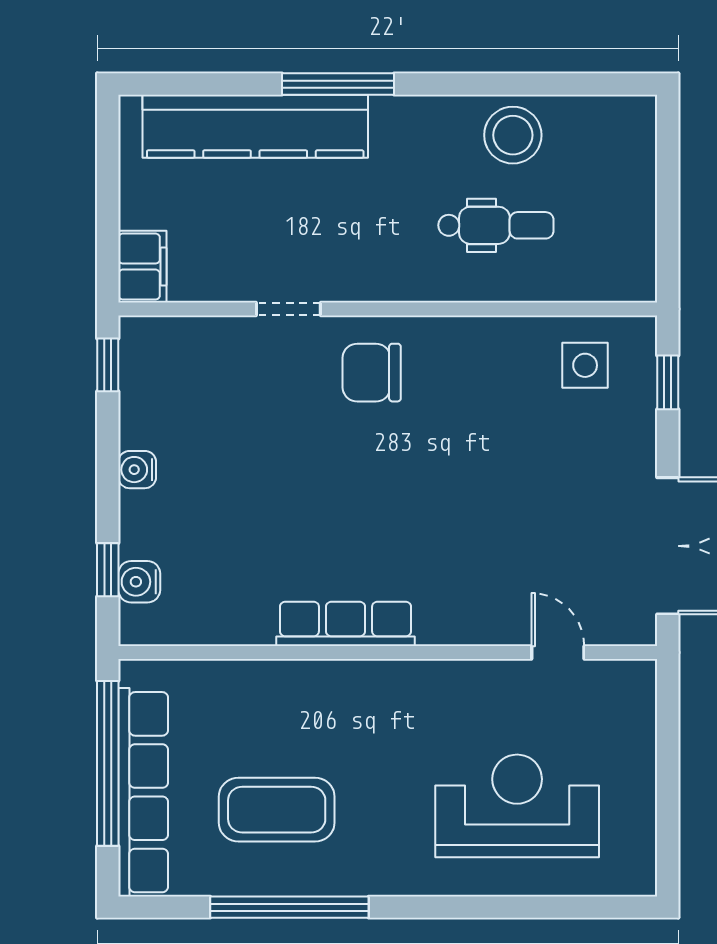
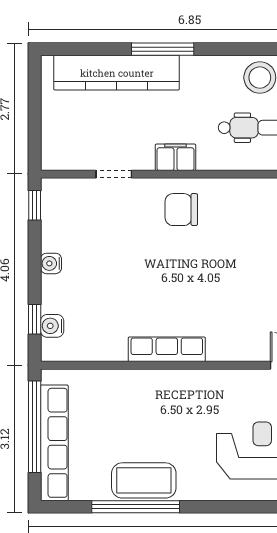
filing cabinet: (142, 267) -> (176, 157), moved, turned -90
doorway: (288, 309) -> (114, 174), moved
coffee table: (277, 810) -> (144, 480), moved

